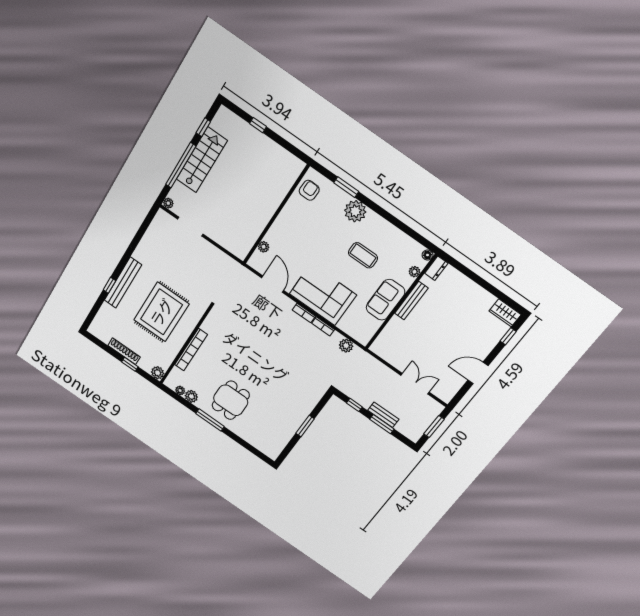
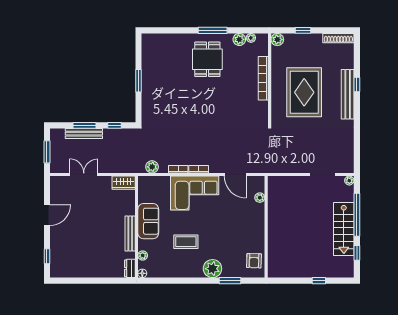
wardrobe: (505, 313) -> (124, 183), moved, turned 180
shoe rack: (124, 351) -> (338, 38), moved
double door: (415, 384) -> (84, 175), swing flipped
bench: (383, 415) -> (84, 134), width x1.36

